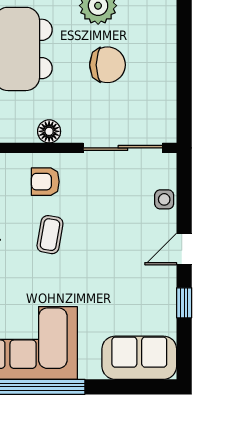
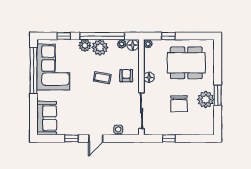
window: (184, 87) -> (169, 138), added
door: (184, 249) -> (96, 138), swing flipped

